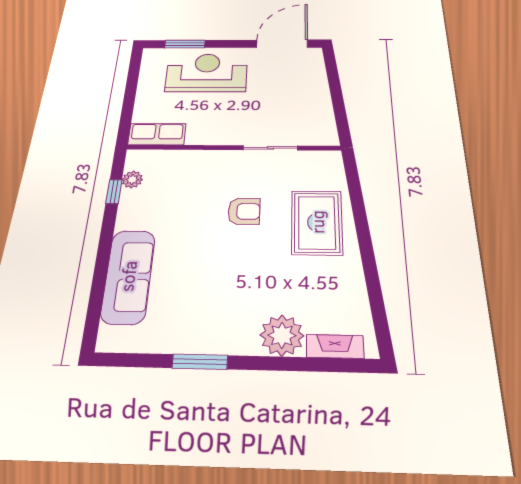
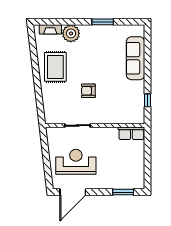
reception desk: (207, 73) -> (76, 162), moved, turned 180
plant: (132, 180) -> (140, 107), removed
rug: (317, 222) -> (55, 67), moved

